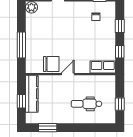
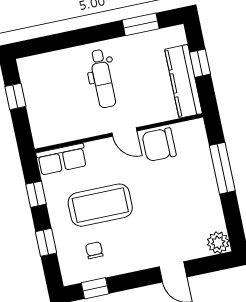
coffee table: (88, 39) -> (100, 205), added
door: (68, 74) -> (124, 132), hinge flipped
dental chair: (86, 104) -> (102, 79), moved, turned 90

